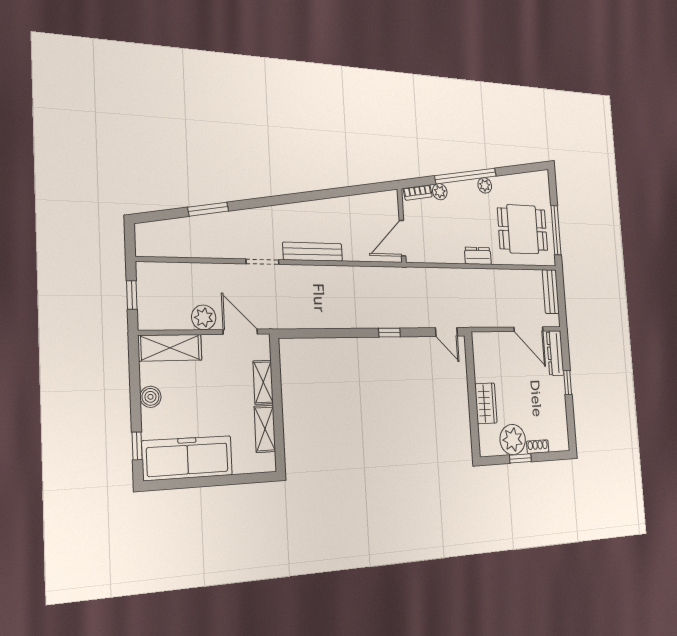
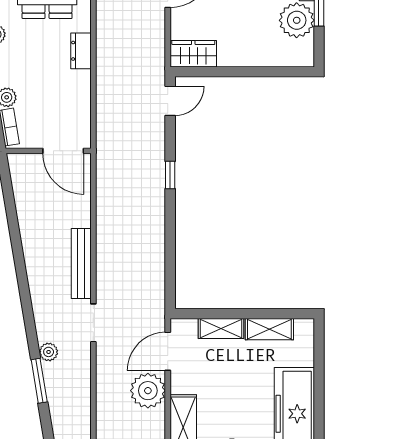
plant: (235, 219) -> (49, 352), added
plant: (204, 317) -> (148, 391), width x1.36, depth x1.36
wardrobe: (486, 403) -> (193, 54), moved

